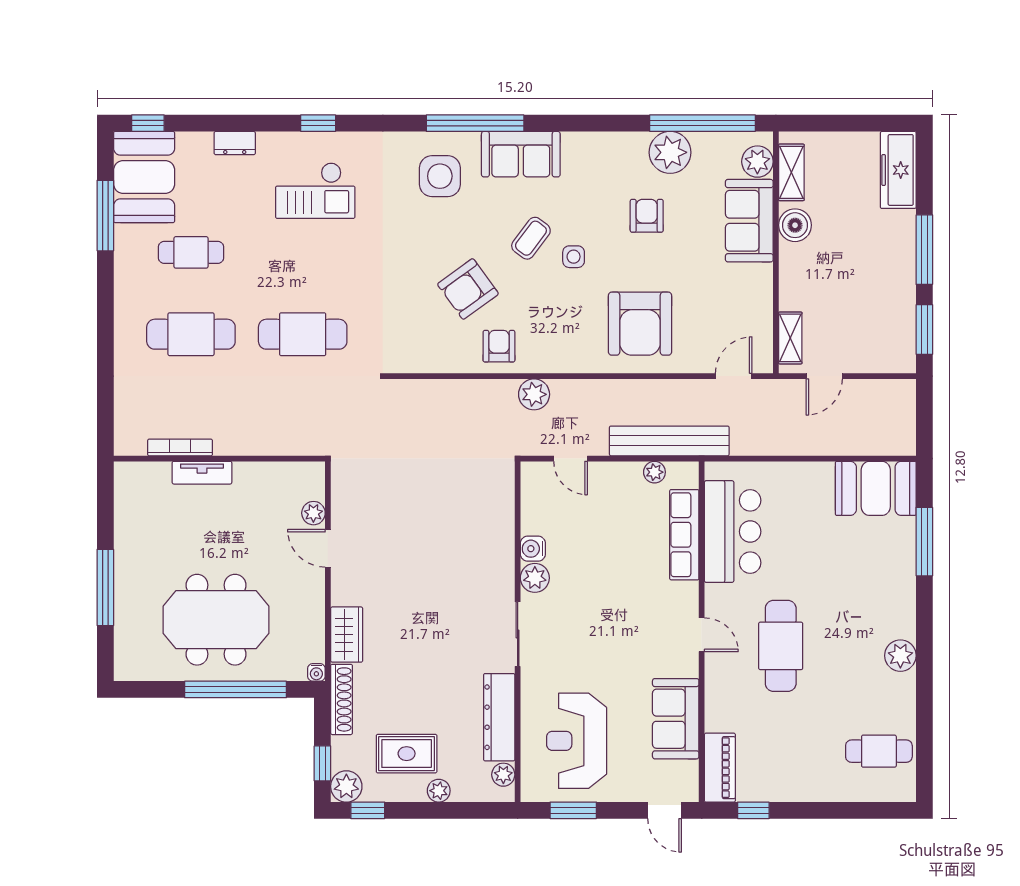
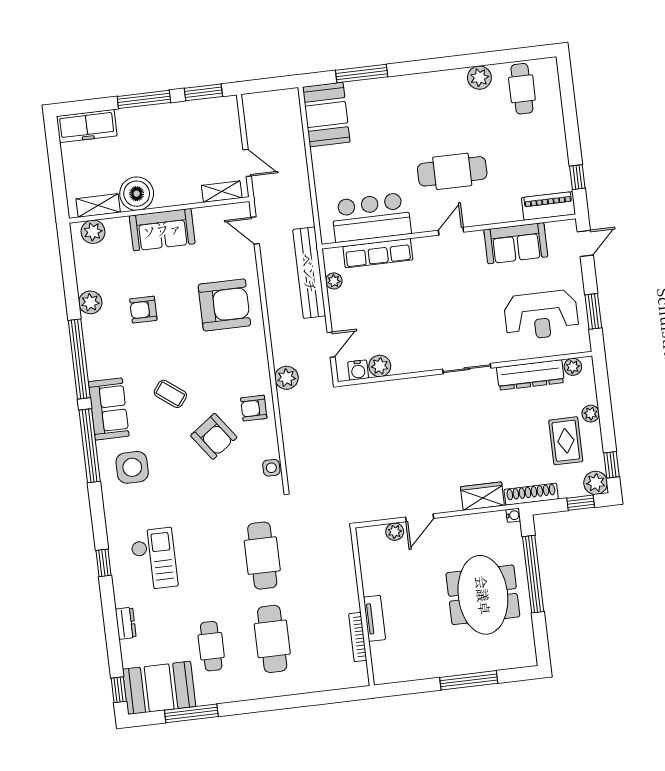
window: (703, 123) -> (79, 359), moved
plant: (670, 152) -> (90, 302), width x0.73, depth x0.73
sofa: (749, 221) -> (162, 230), moved
boiler: (795, 225) -> (137, 194), width x1.37, depth x1.37
side table: (574, 257) -> (271, 468), moved
water cooler: (533, 549) -> (358, 370), moved
plant: (535, 578) -> (380, 366), moved
plant: (900, 656) -> (479, 78), moved

